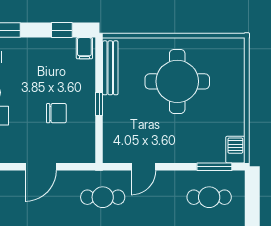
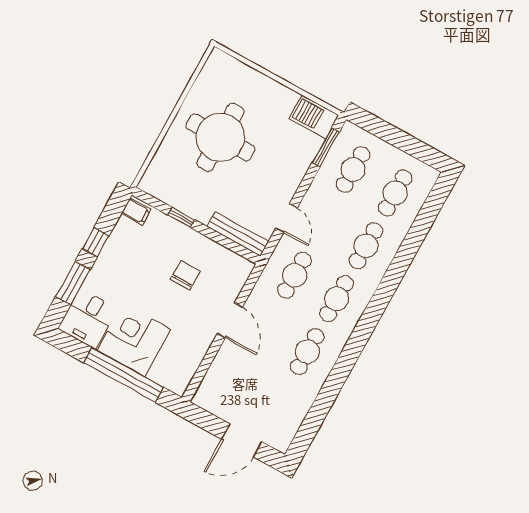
window: (62, 30) -> (96, 242), moved
bench: (110, 68) -> (238, 234), moved
window: (99, 104) -> (181, 217), moved
barbecue: (235, 150) -> (314, 117), width x1.38, depth x1.27

